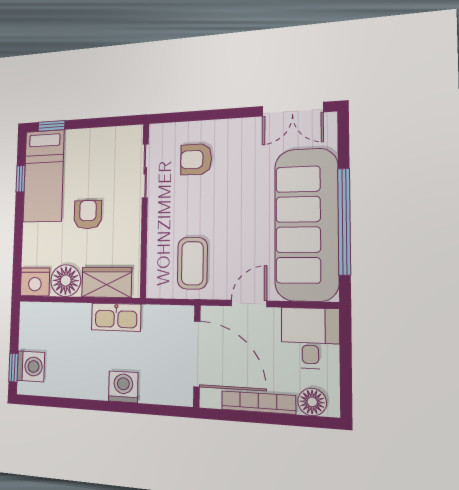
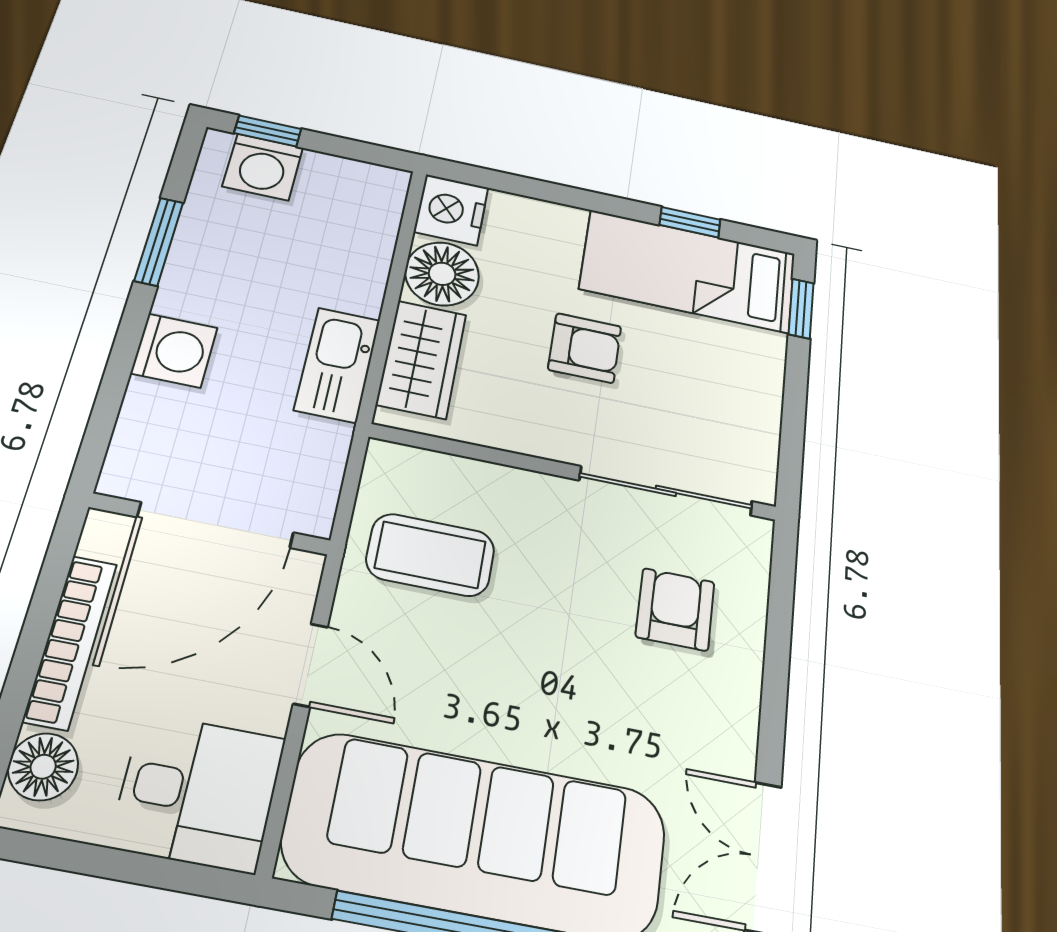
sliding door: (145, 171) -> (666, 491), width x1.37
window: (75, 404) -> (159, 241), added

